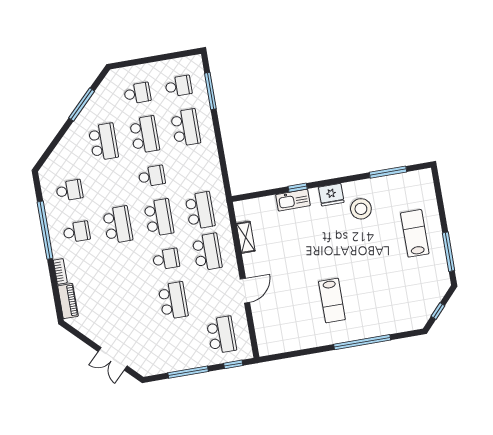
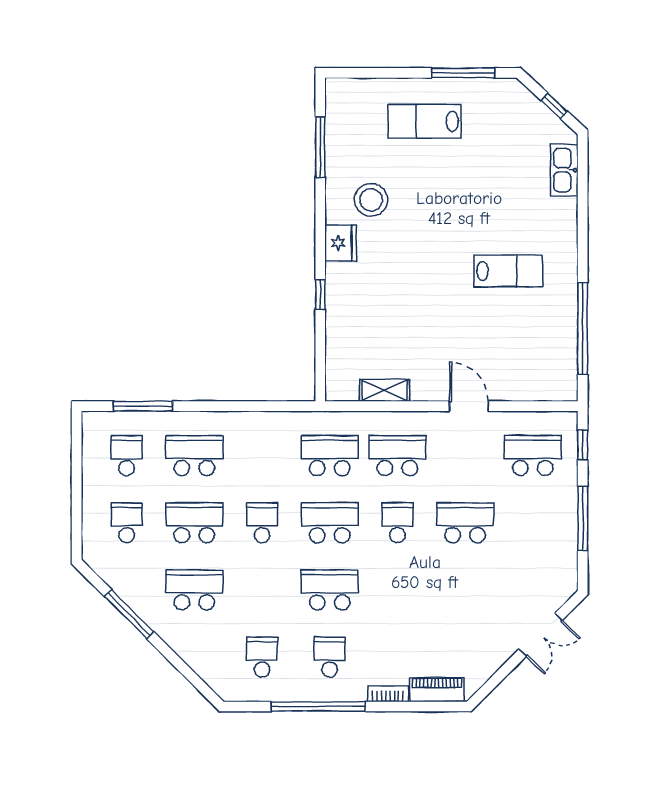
kitchen sink: (293, 200) -> (564, 170), moved, turned 180
window: (362, 342) -> (583, 328), moved

